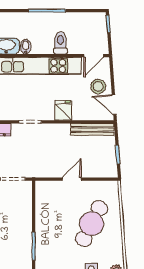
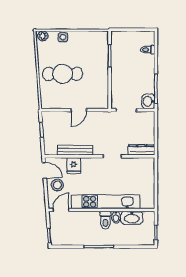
toilet: (61, 43) -> (105, 220), moved
fridge: (63, 110) -> (74, 166), moved
bench: (92, 129) -> (75, 150), moved
cafe table: (92, 224) -> (63, 74), turned 63

